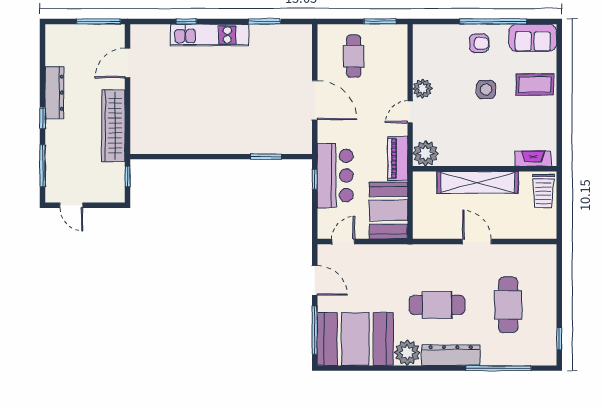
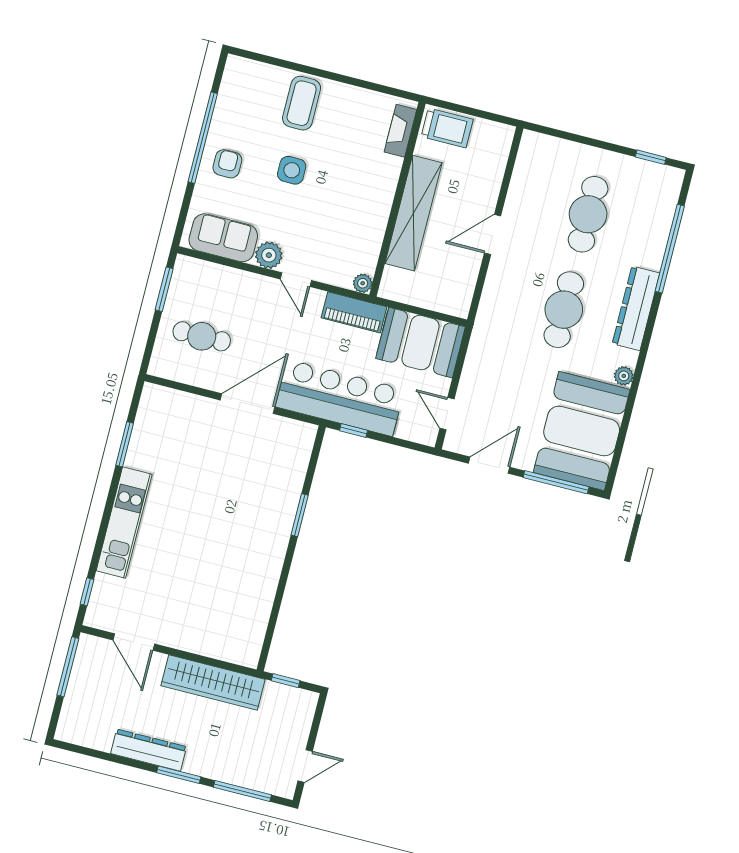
window: (186, 21) -> (87, 592), moved
sofa: (533, 38) -> (223, 238), moved, turned -90
window: (43, 118) -> (179, 775), width x1.50
plant: (426, 153) -> (363, 283), width x0.53, depth x0.53
window: (266, 157) -> (300, 515), moved
bar counter: (335, 175) -> (340, 398), width x1.36
cafe table: (508, 305) -> (588, 214), turned 90
plant: (407, 353) -> (624, 376), width x0.53, depth x0.53

